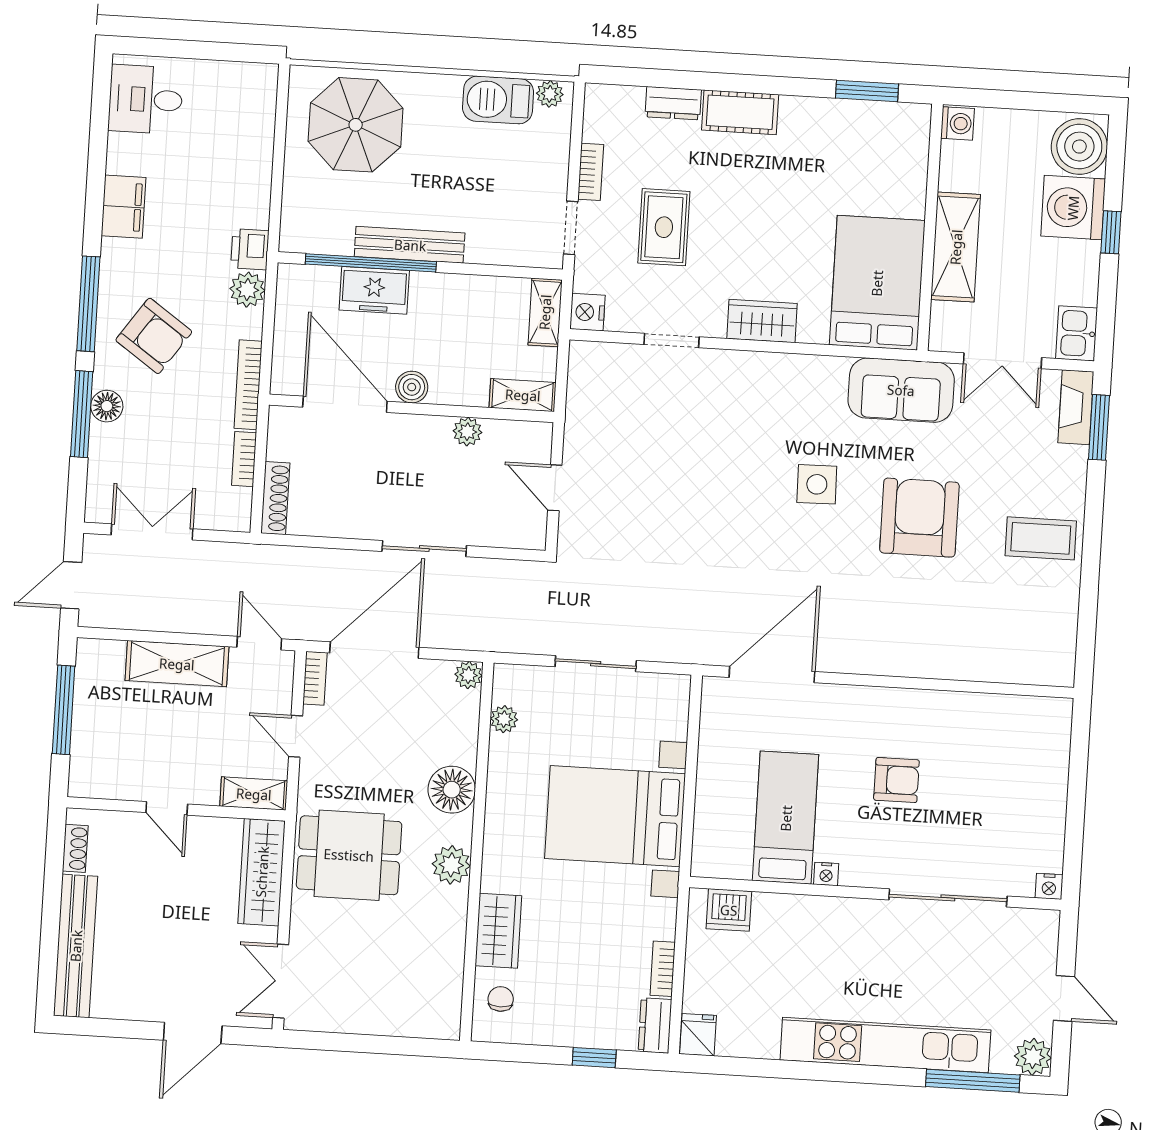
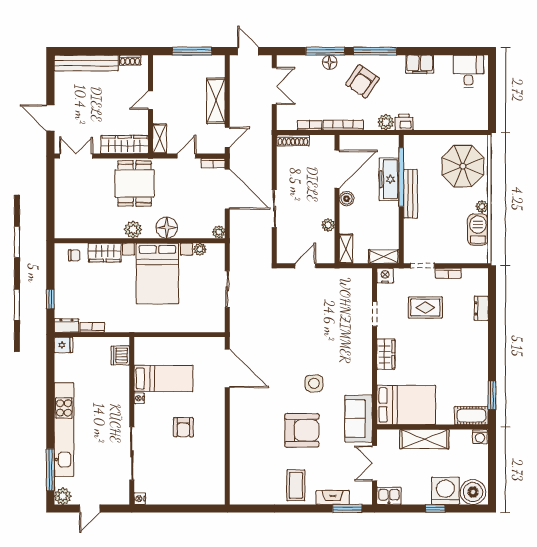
plant: (550, 94) -> (482, 206), moved
cot: (740, 112) -> (471, 416), moved, turned 90
freezer: (374, 290) -> (389, 179), width x1.40
fireplace: (1076, 407) -> (333, 498), moved
bed with nightstands: (615, 816) -> (157, 273), moved, turned 180

